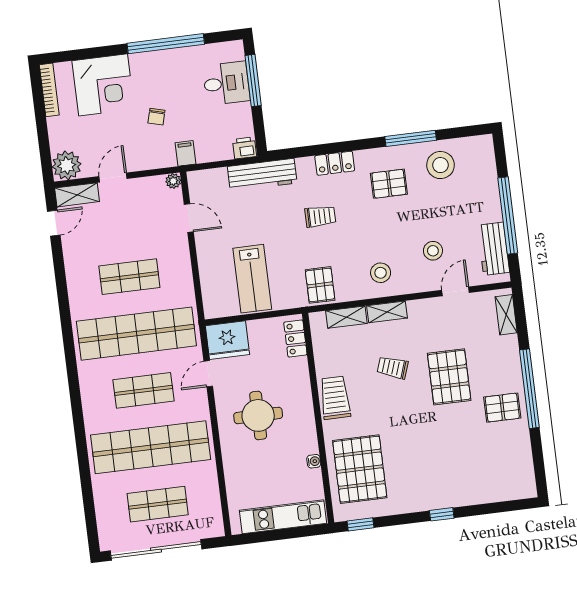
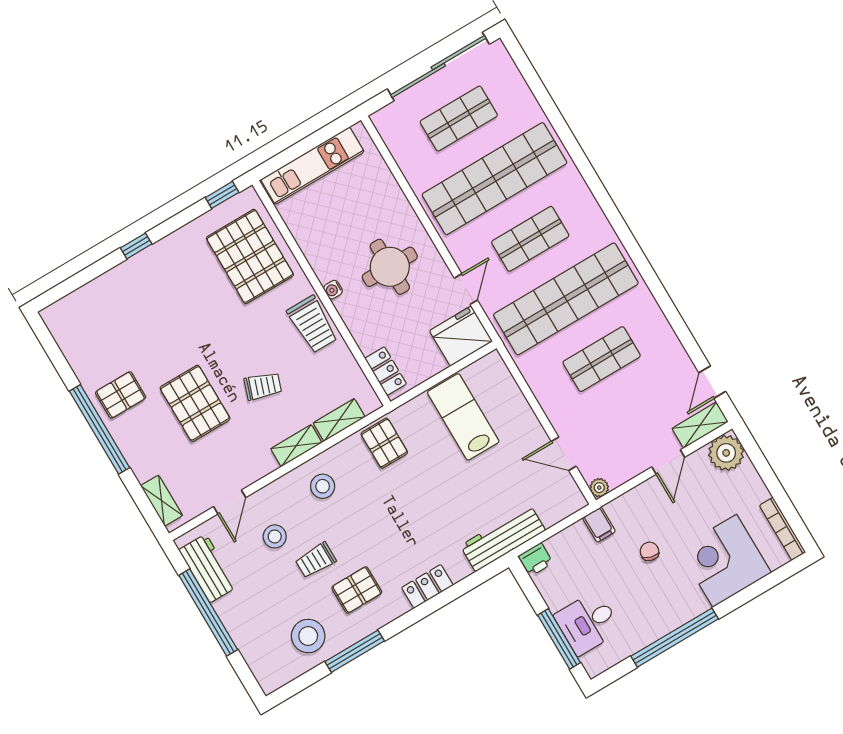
trolley: (320, 216) -> (316, 560), moved
water cooler: (314, 461) -> (333, 290), moved

